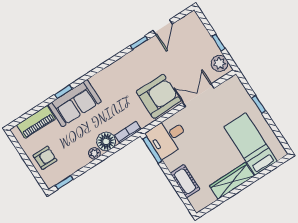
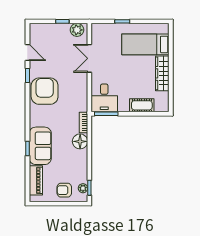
armchair: (159, 96) -> (45, 91), moved
plant: (94, 153) -> (83, 188), moved
armchair: (45, 158) -> (64, 190), turned -90

